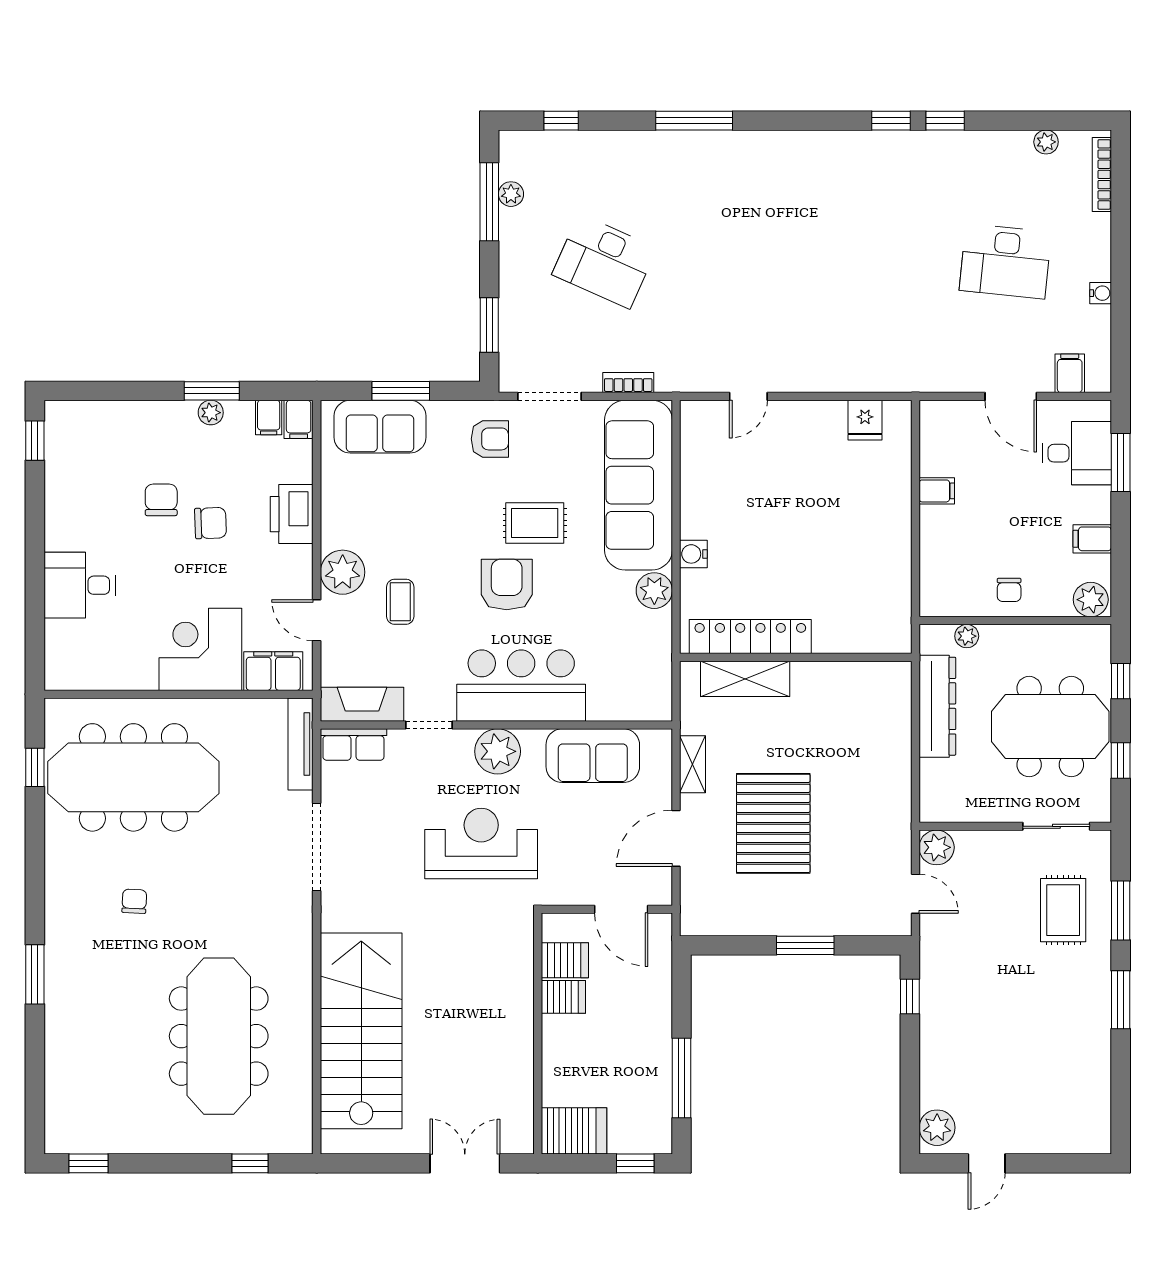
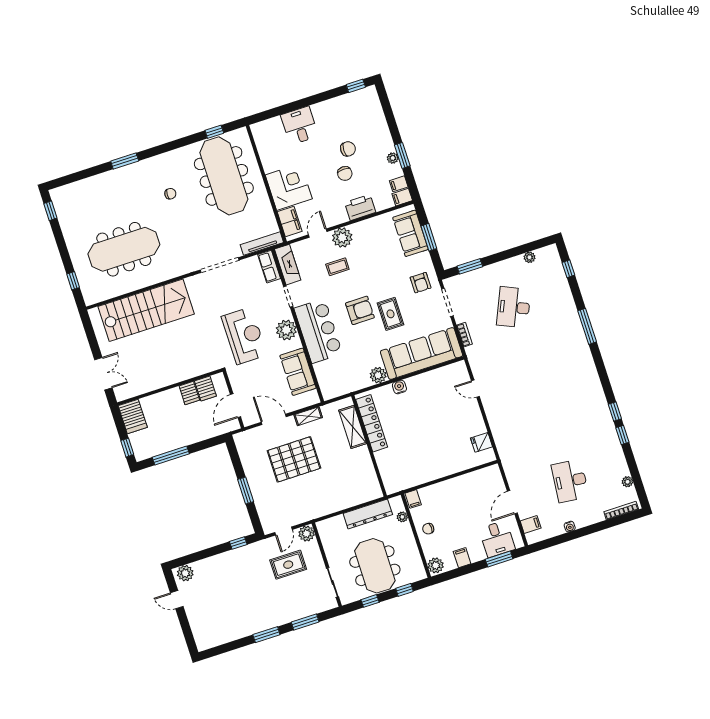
window: (489, 202) -> (523, 249), removed
filing cabinet: (937, 491) -> (413, 499), moved
rug: (1063, 910) -> (288, 565), moved

